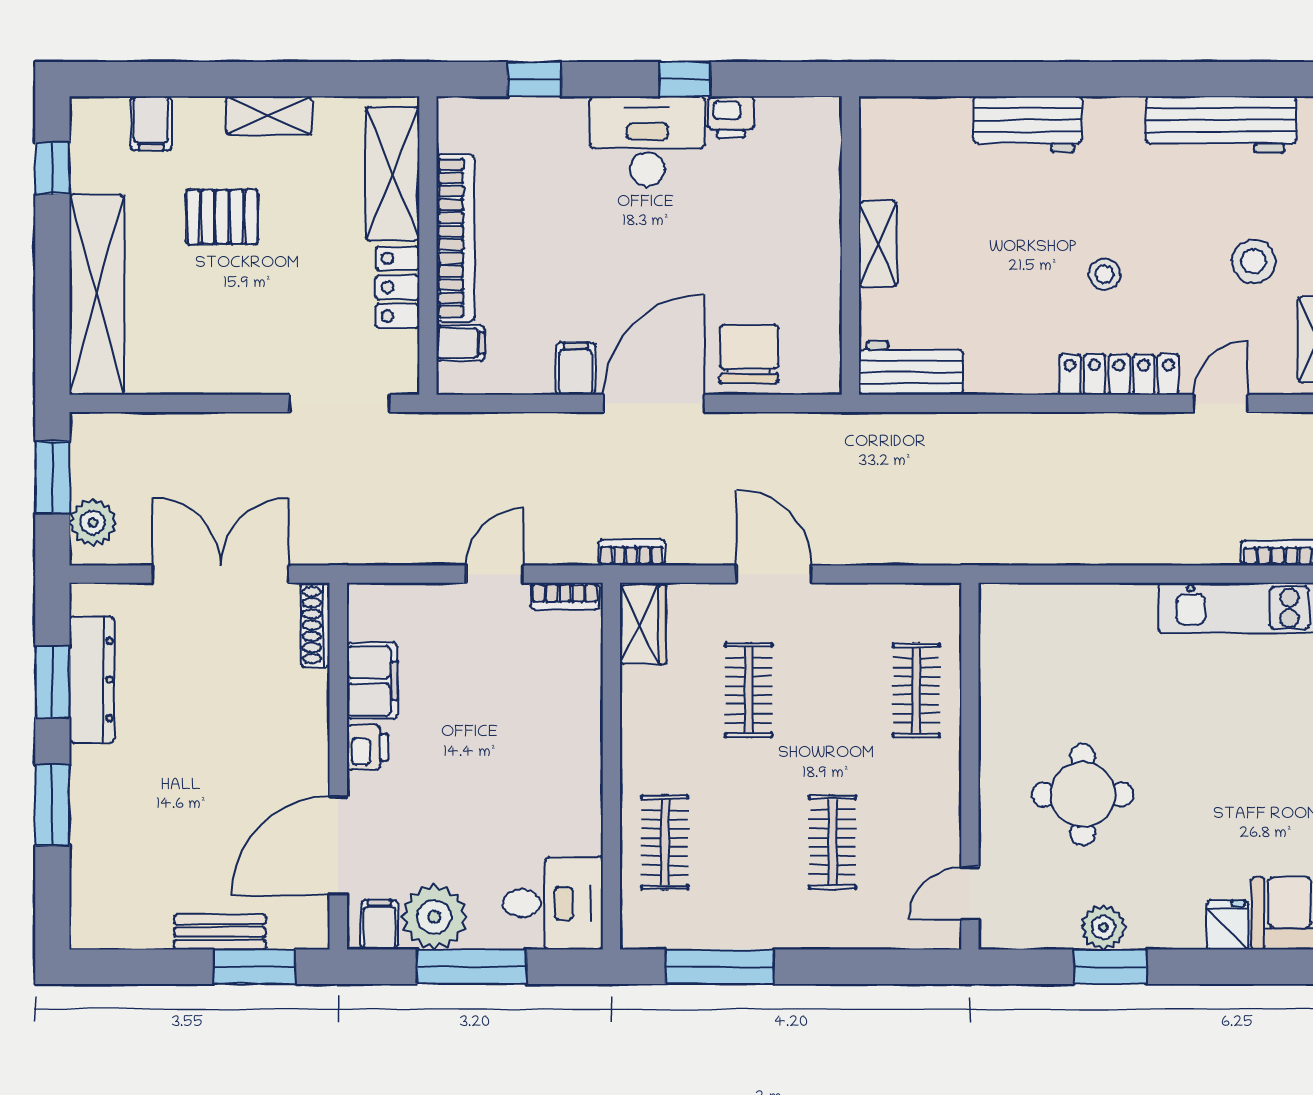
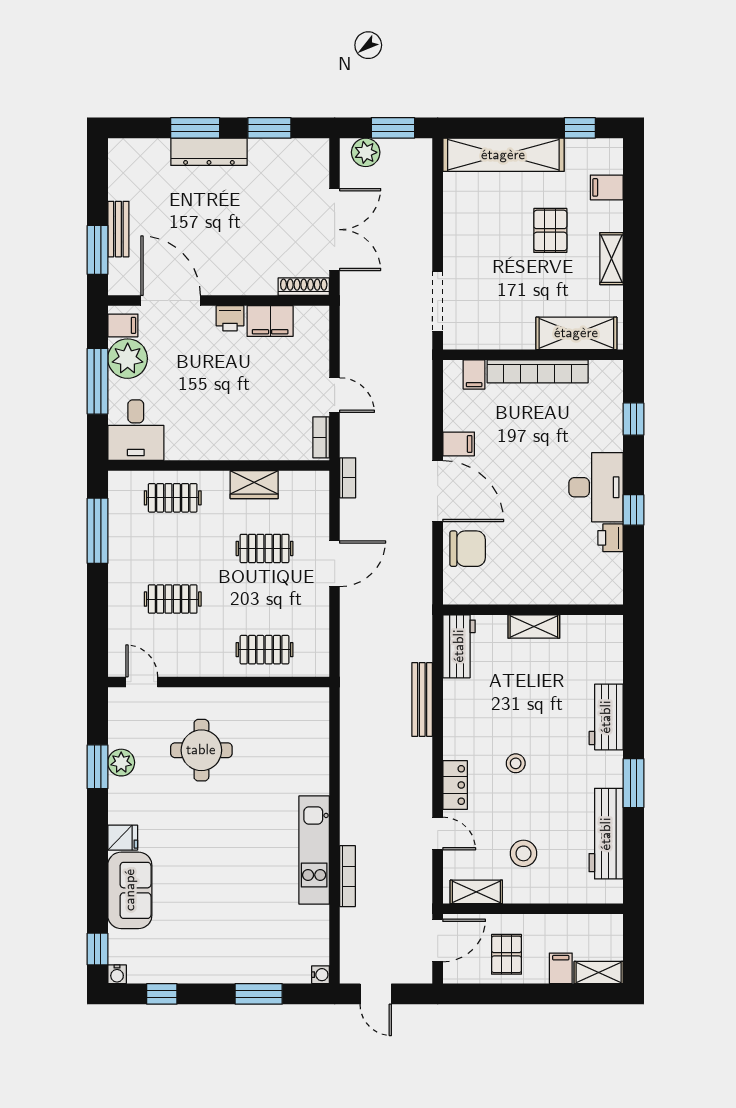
window: (1137, 79) -> (633, 783), added
locker: (397, 287) -> (508, 336), removed
locker: (1119, 375) -> (455, 785), width x0.66
bench: (999, 429) -> (422, 700), added
wardrobe: (643, 625) -> (254, 485), moved
dresser: (92, 680) -> (209, 152), moved

